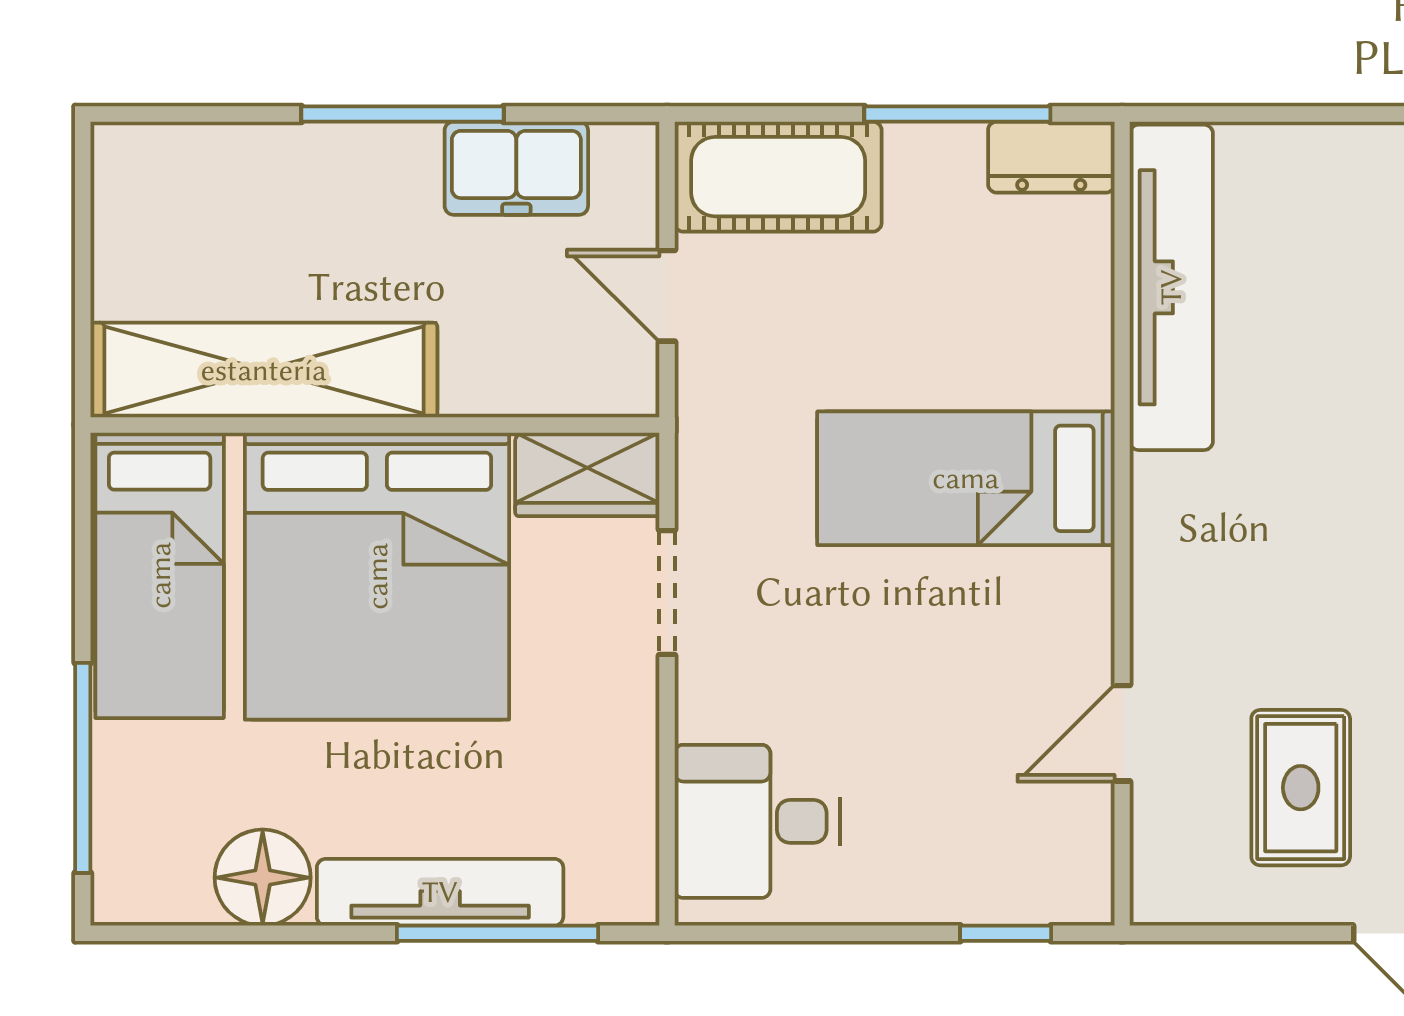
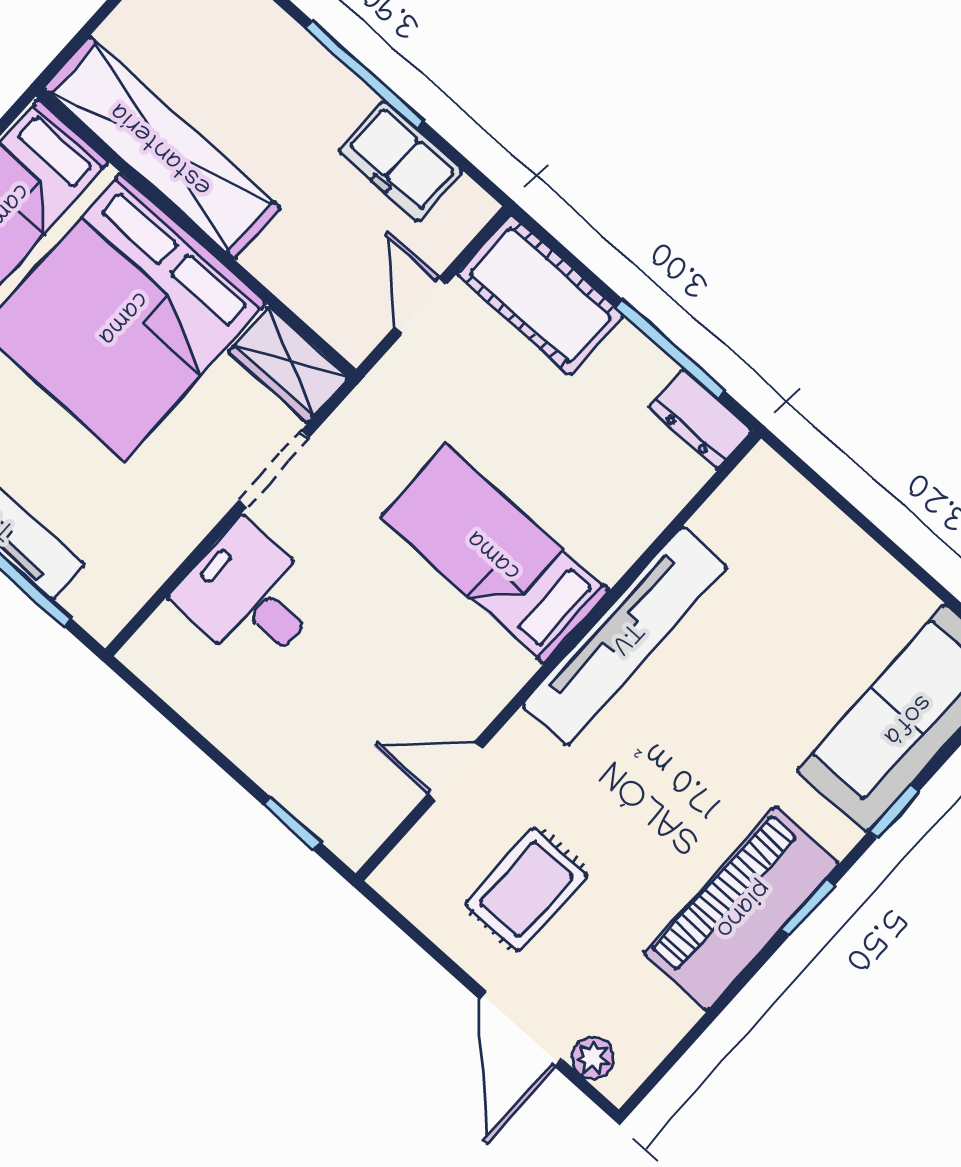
tv unit: (1171, 287) -> (625, 636), moved
desk: (757, 821) -> (249, 596), moved

